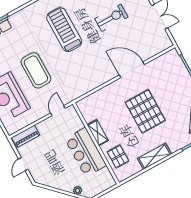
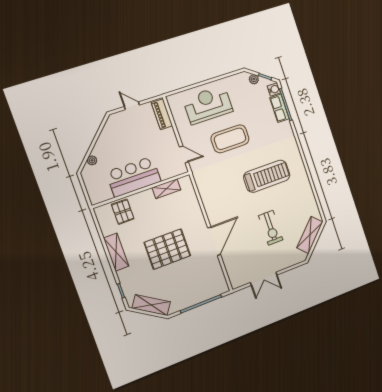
shelving: (98, 133) -> (166, 189), moved
pallet: (118, 157) -> (123, 212), turned 90

